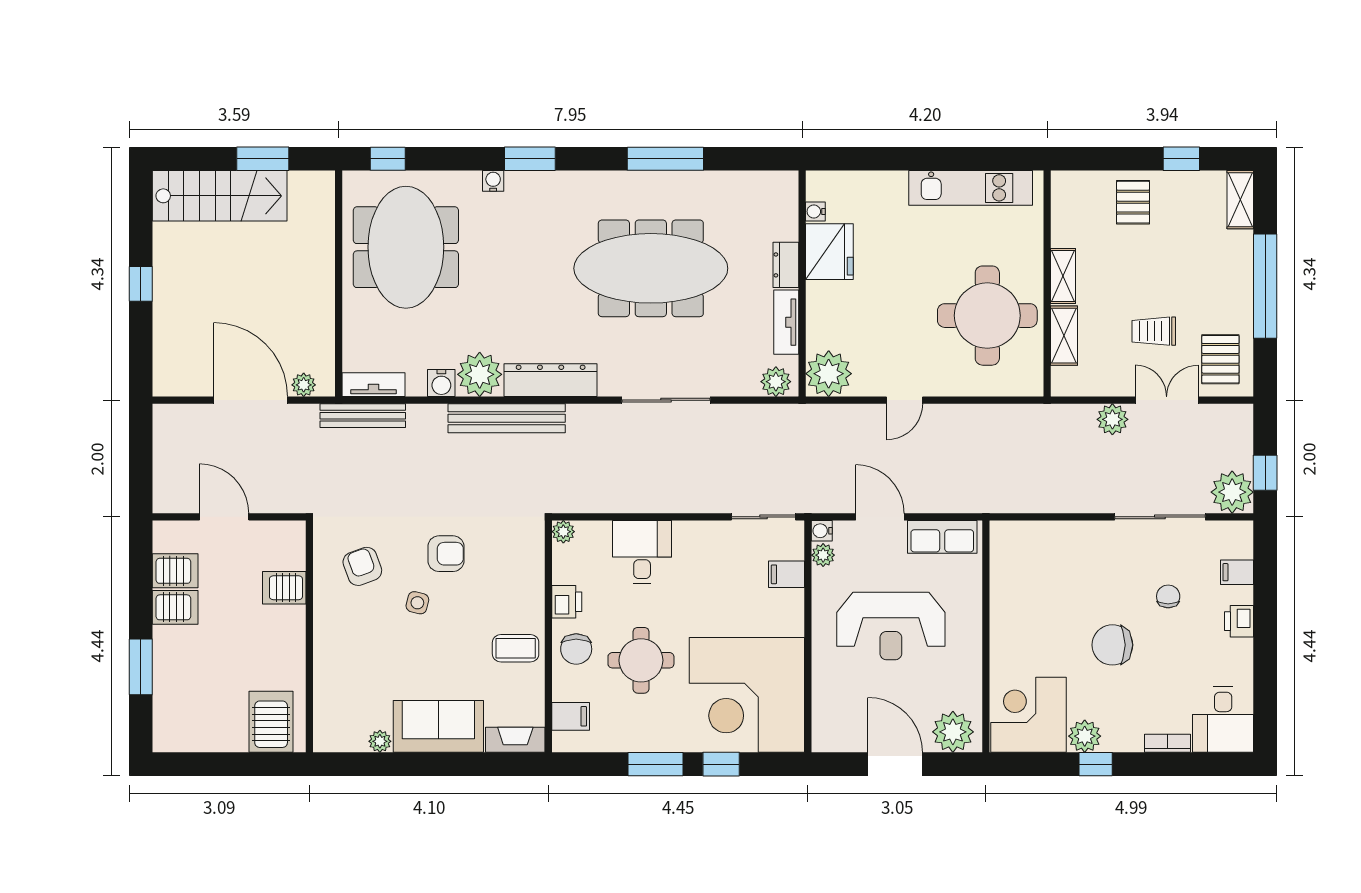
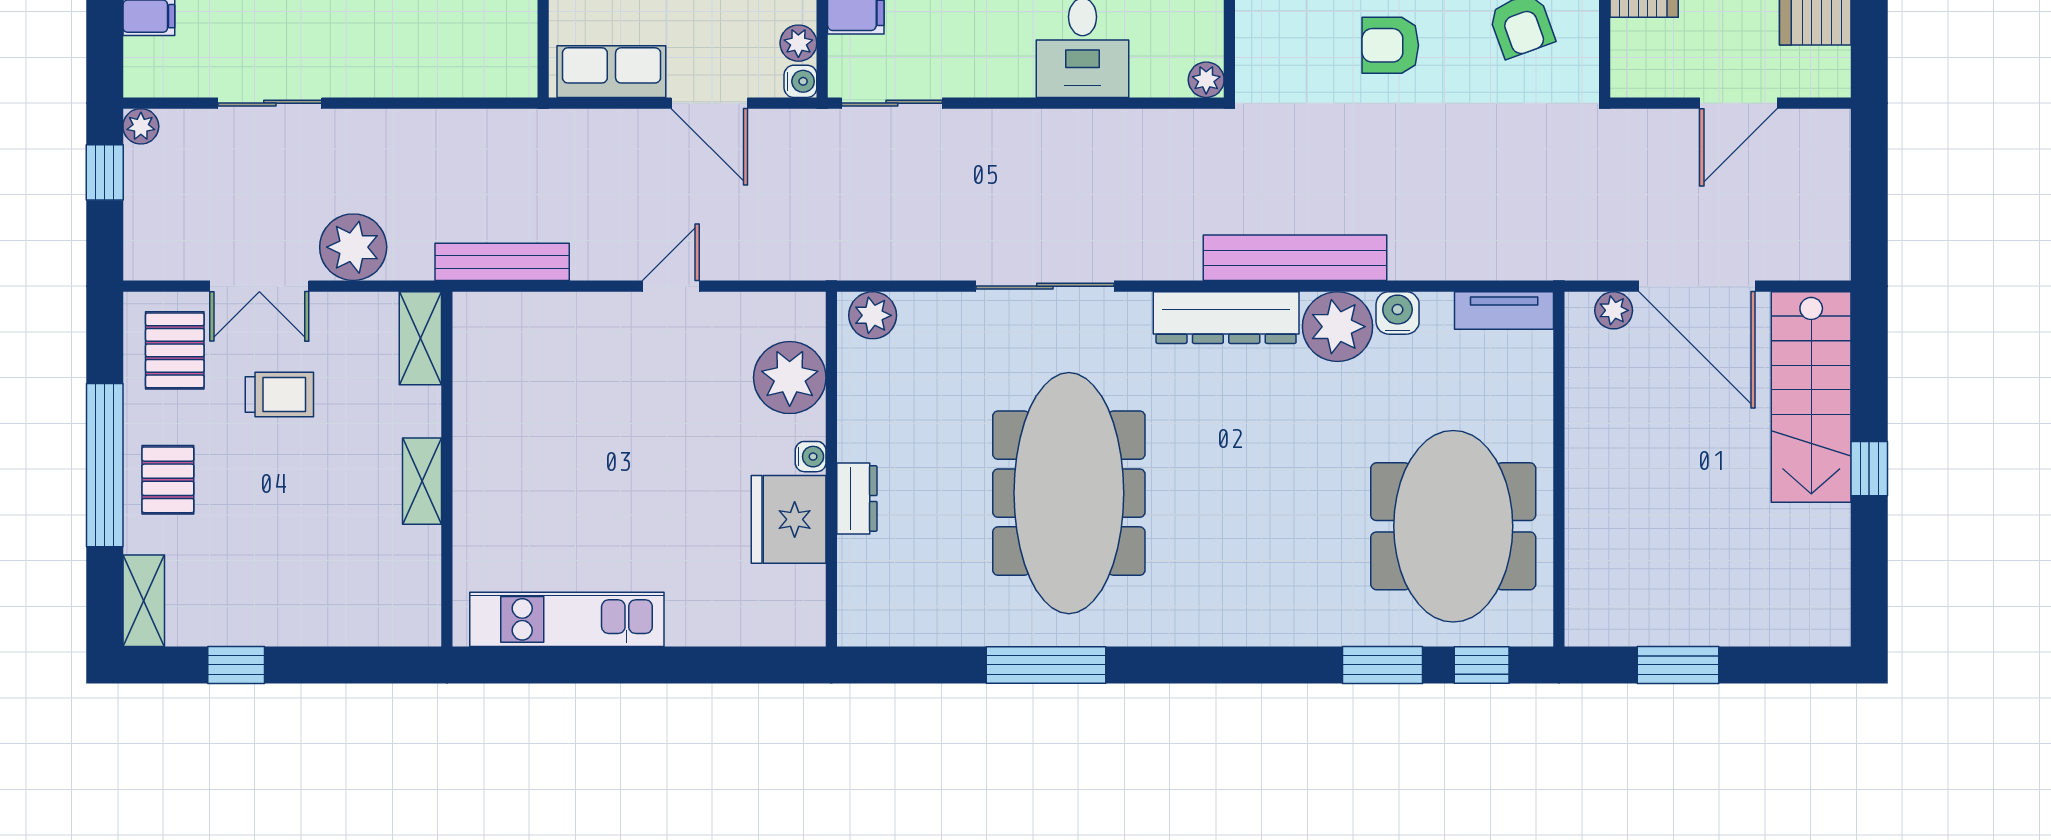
window: (530, 159) -> (1383, 665), moved
water cooler: (493, 181) -> (1316, 630), removed
stairs: (220, 196) -> (1811, 397), moved, turned -90
pallet: (1133, 202) -> (168, 480), moved
water cooler: (815, 211) -> (811, 457), moved
meeting table: (651, 268) -> (1069, 493), turned 90
round table: (987, 316) -> (541, 419), removed
tv unit: (786, 322) -> (856, 409), removed
shelving: (1064, 336) -> (420, 338), moved
plant: (829, 374) -> (790, 378), moved
bench: (363, 416) -> (502, 262), moved
plant: (1112, 419) -> (353, 247), width x1.36, depth x1.36
plant: (1232, 492) -> (141, 126), width x0.53, depth x0.53
door: (224, 517) -> (1738, 103), hinge flipped
sliding door: (1160, 517) -> (270, 103), width x0.73

